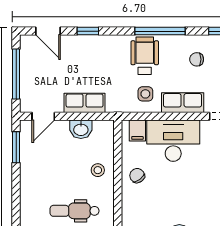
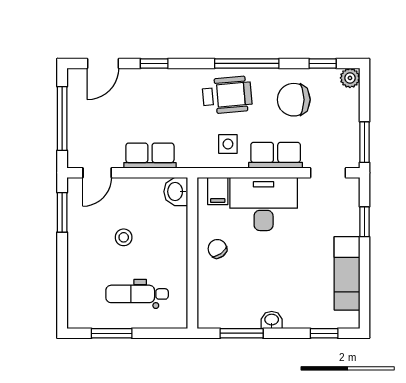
door: (48, 31) -> (103, 63), hinge flipped
wheelchair: (145, 56) -> (227, 95), turned 85
chair: (197, 59) -> (294, 100), width x1.87, depth x1.87
washbasin: (81, 129) -> (176, 192), moved, turned 90
stool: (98, 170) -> (124, 237), moved

